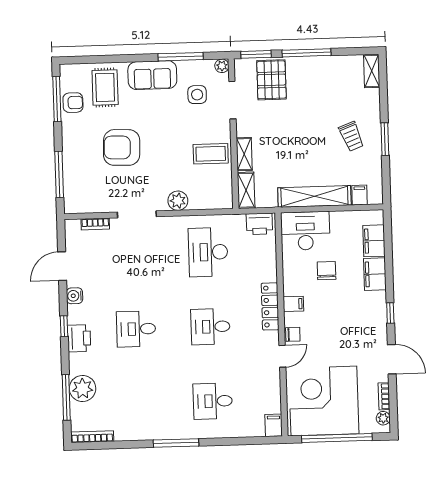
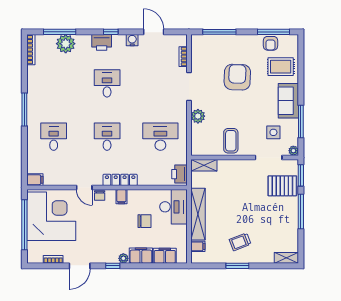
shelving: (244, 154) -> (230, 165), removed
plant: (383, 418) -> (123, 258), moved

